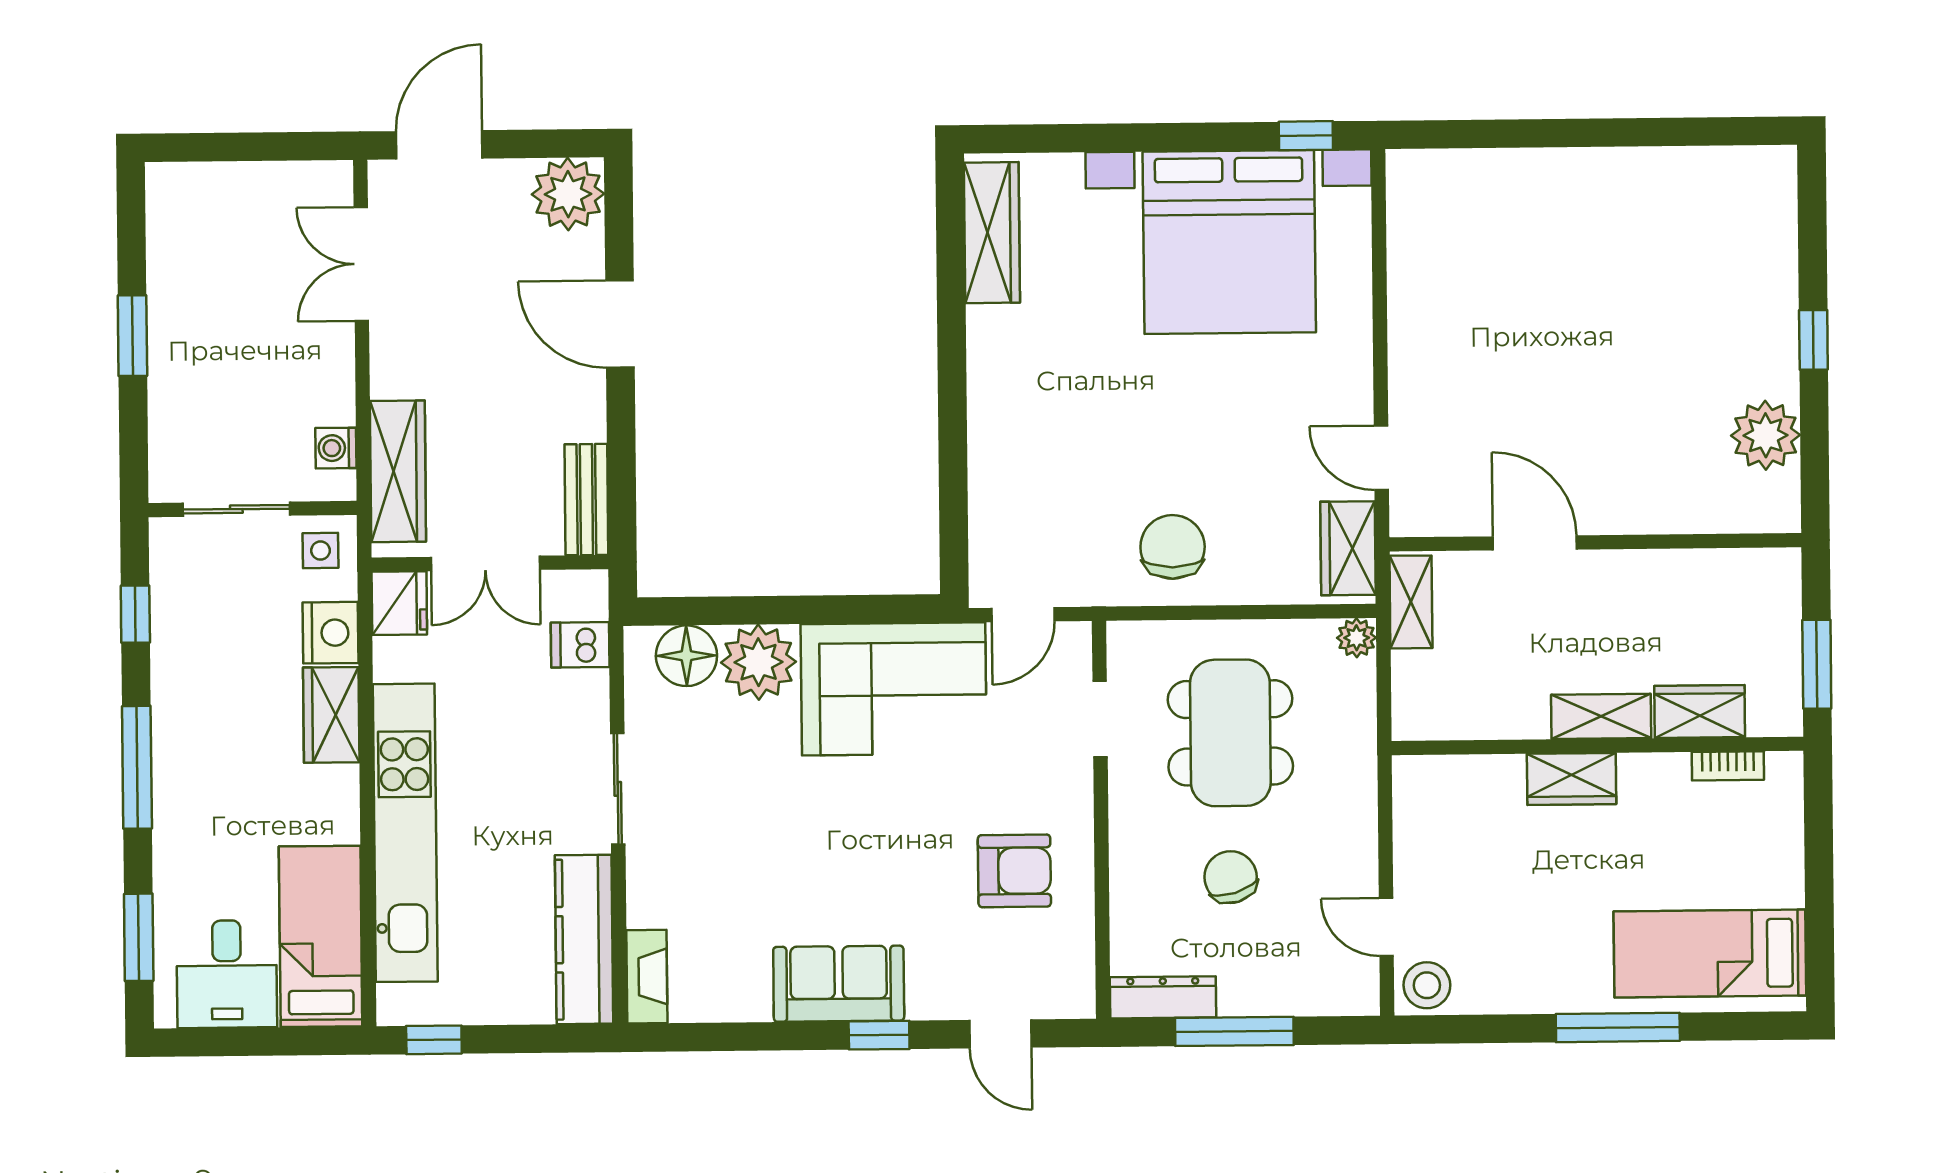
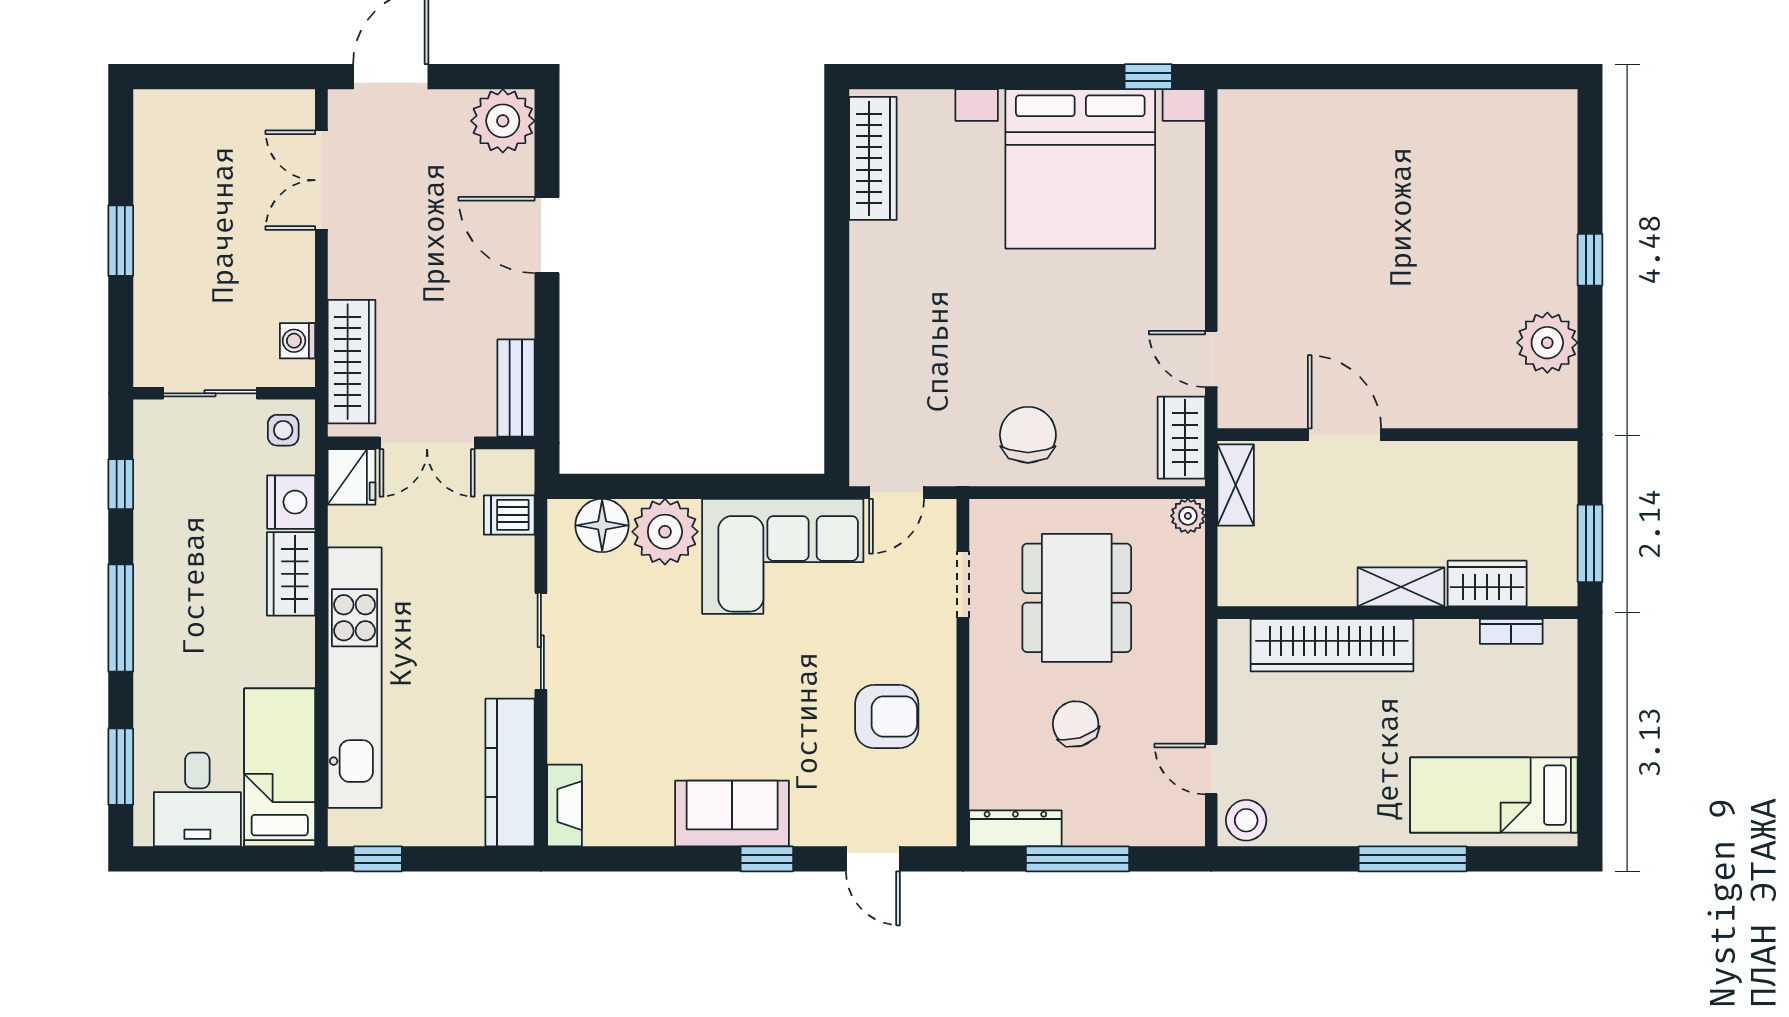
wardrobe: (1572, 779) -> (1332, 645), width x2.10, depth x1.17

